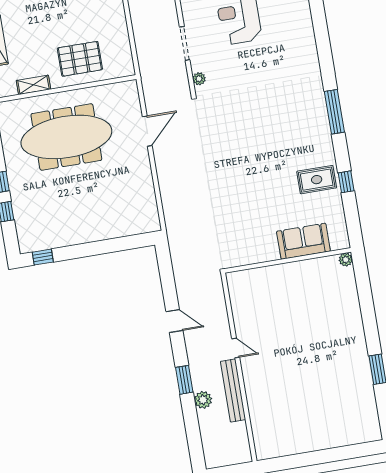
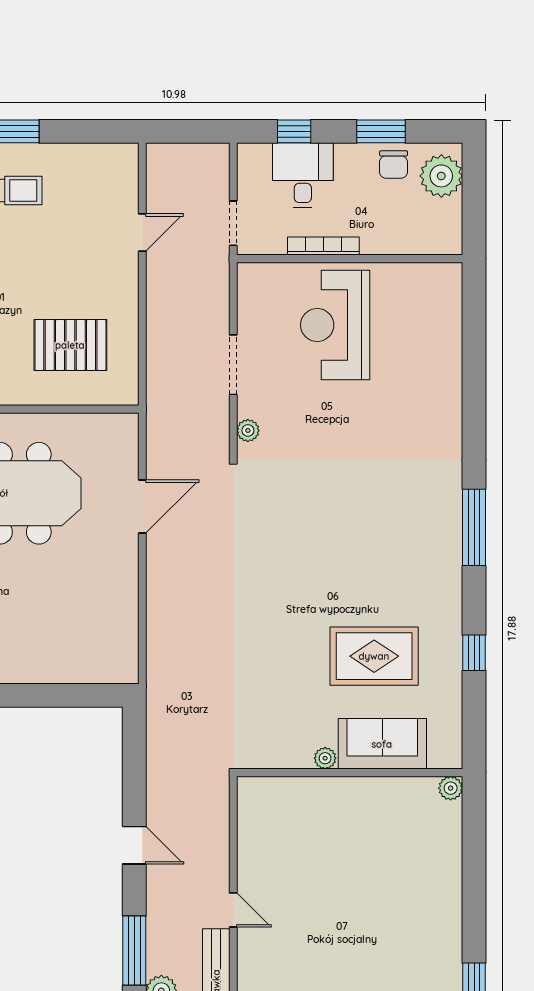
pallet: (80, 59) -> (70, 345), moved
rug: (317, 180) -> (374, 656), moved, width x1.36, depth x1.43
plant: (273, 255) -> (325, 758), added
window: (184, 380) -> (134, 950), width x1.44

